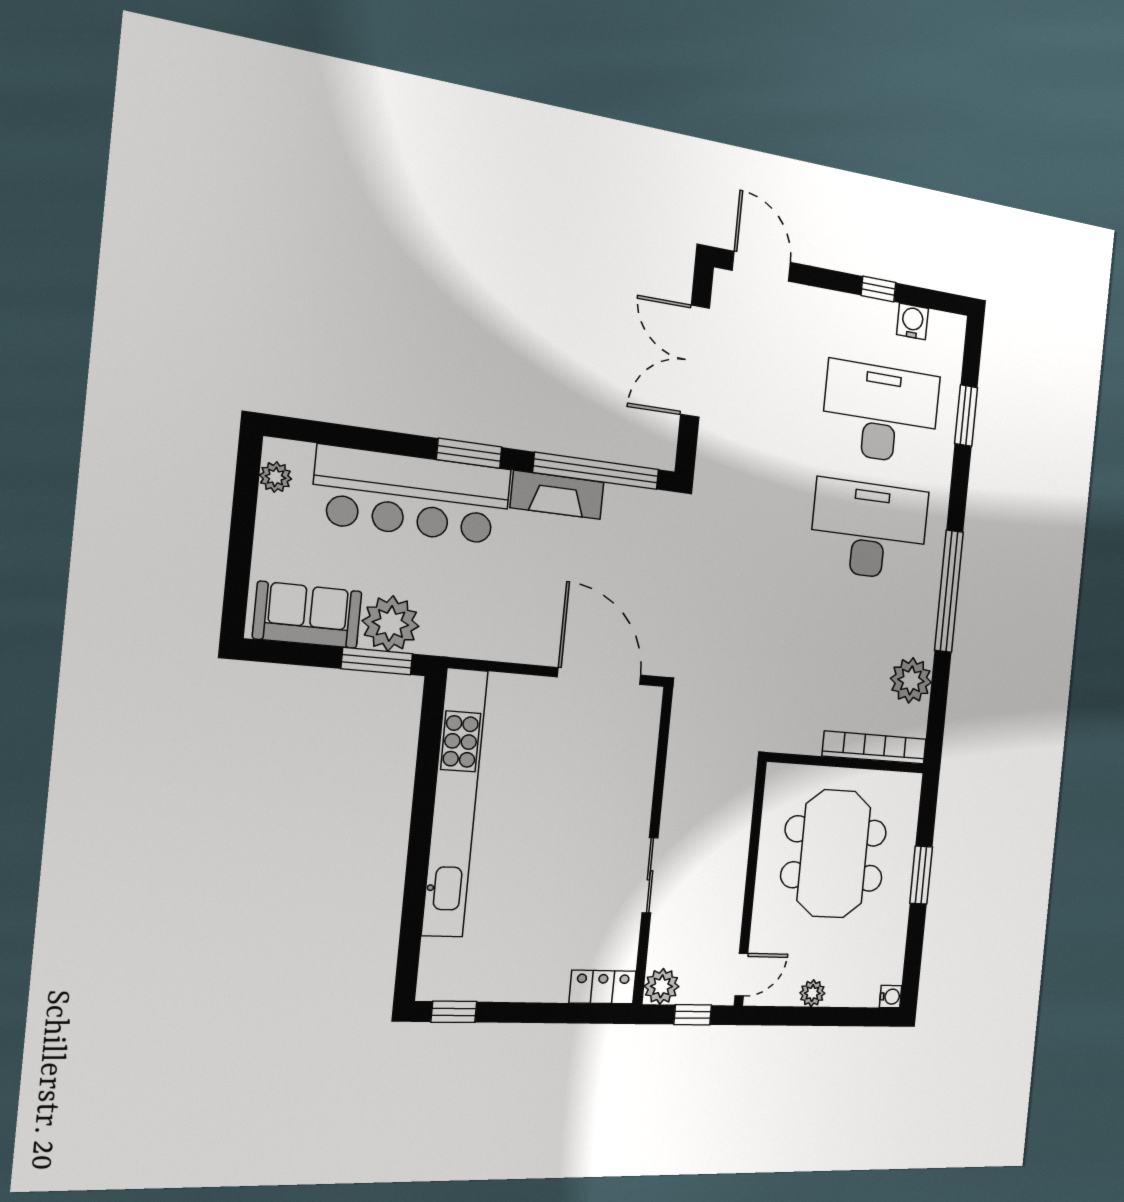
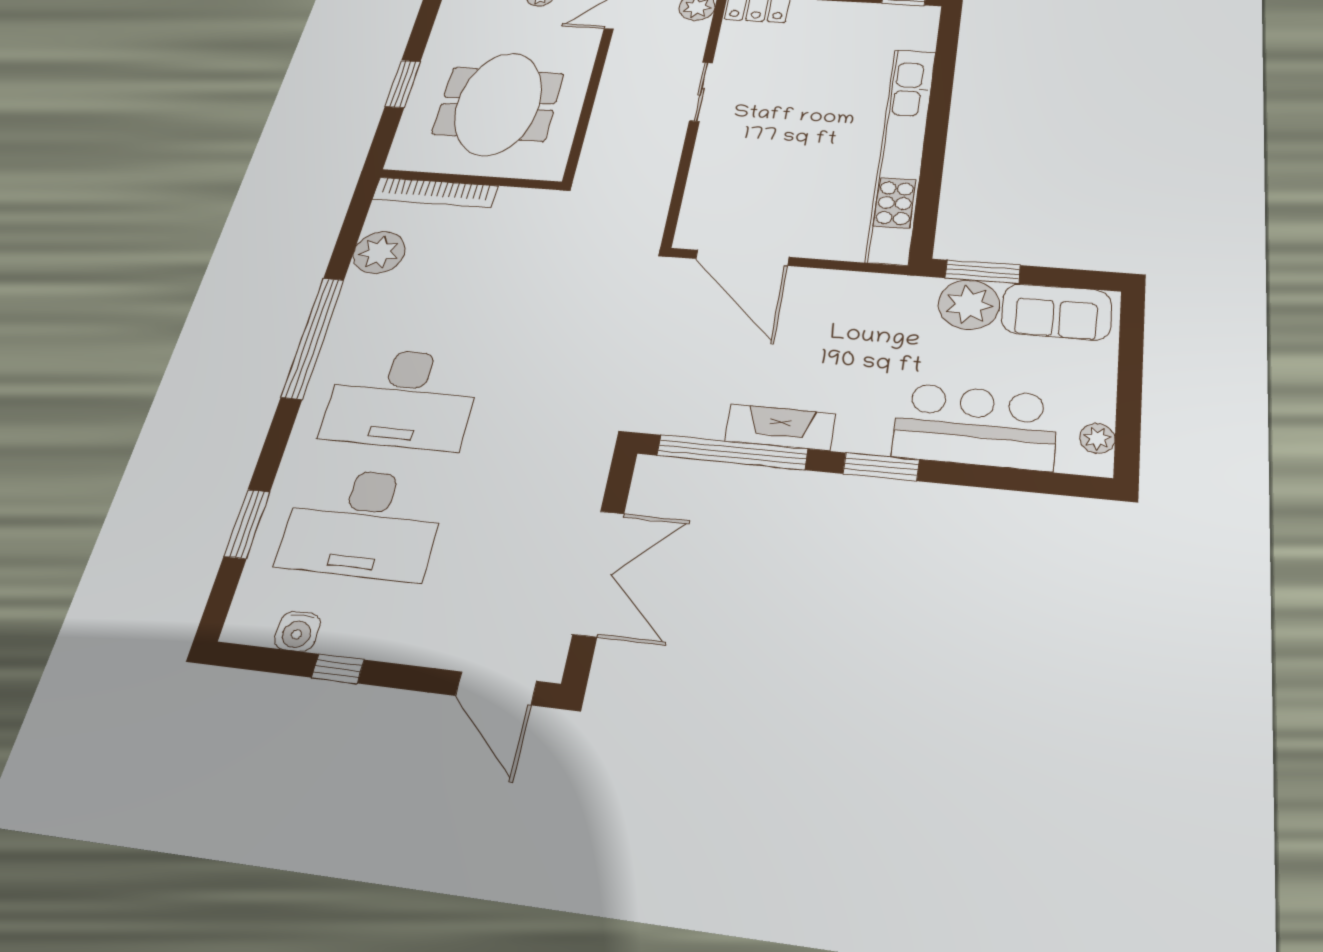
bar counter: (412, 495) -> (975, 426), width x0.73

